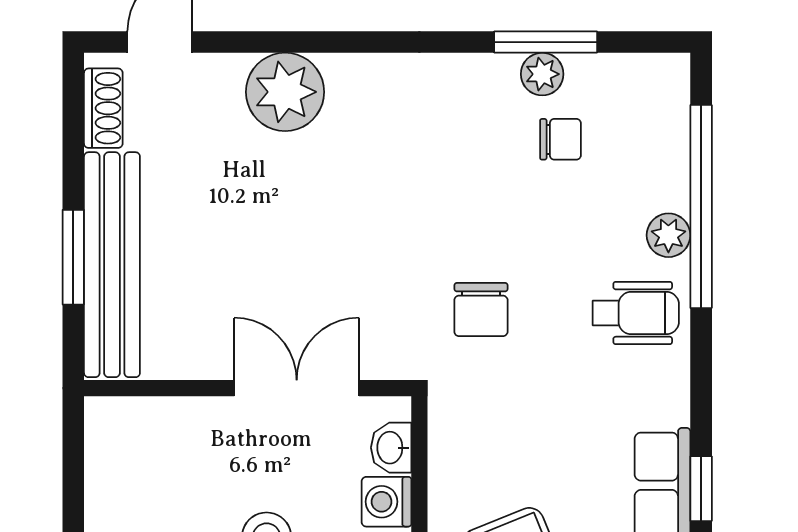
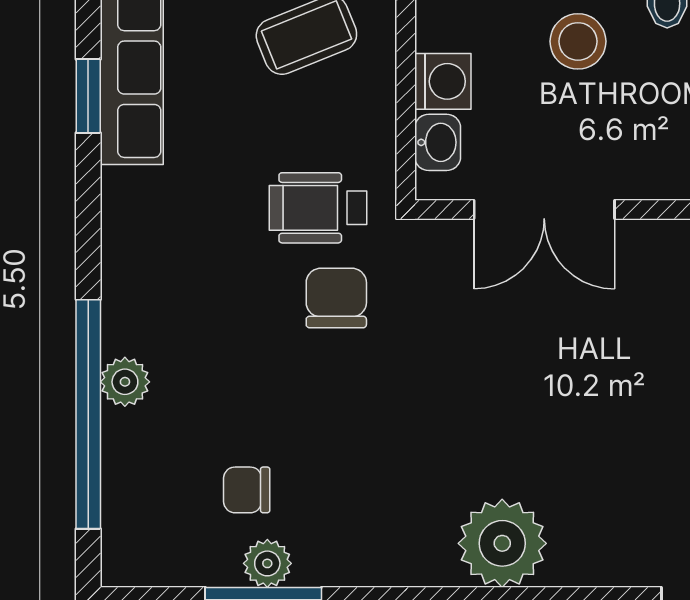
plant: (285, 92) -> (502, 543), moved
wheelchair: (636, 313) -> (318, 208), moved

